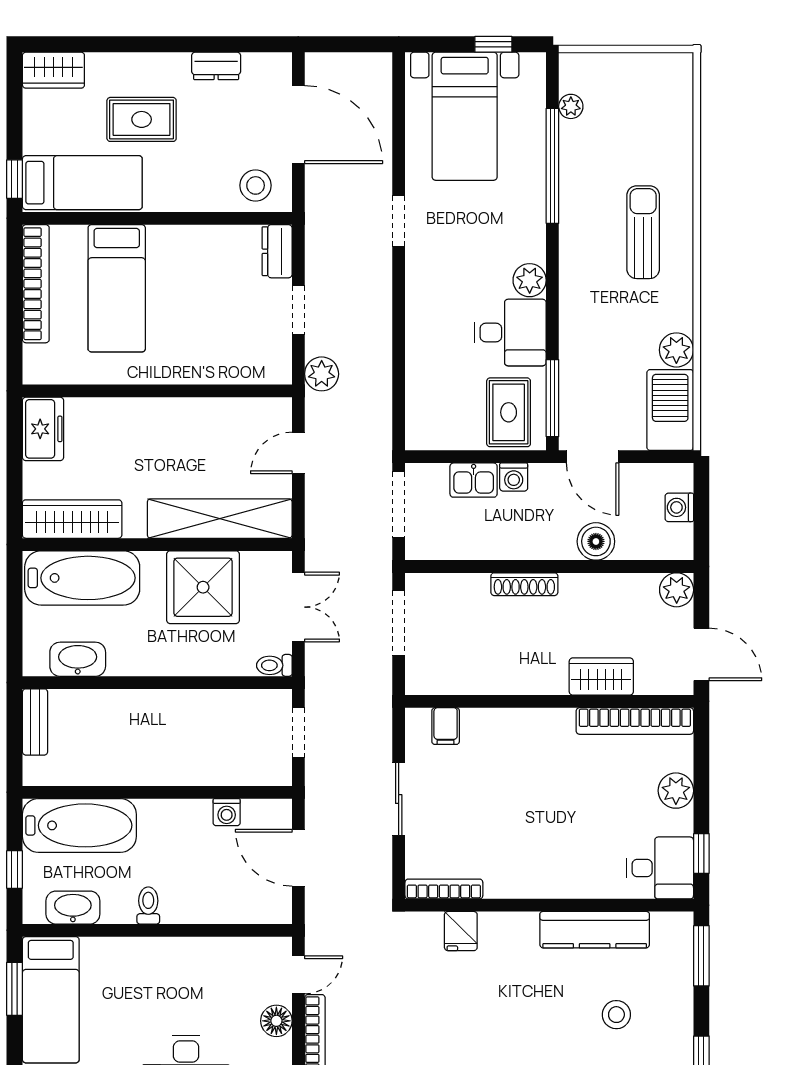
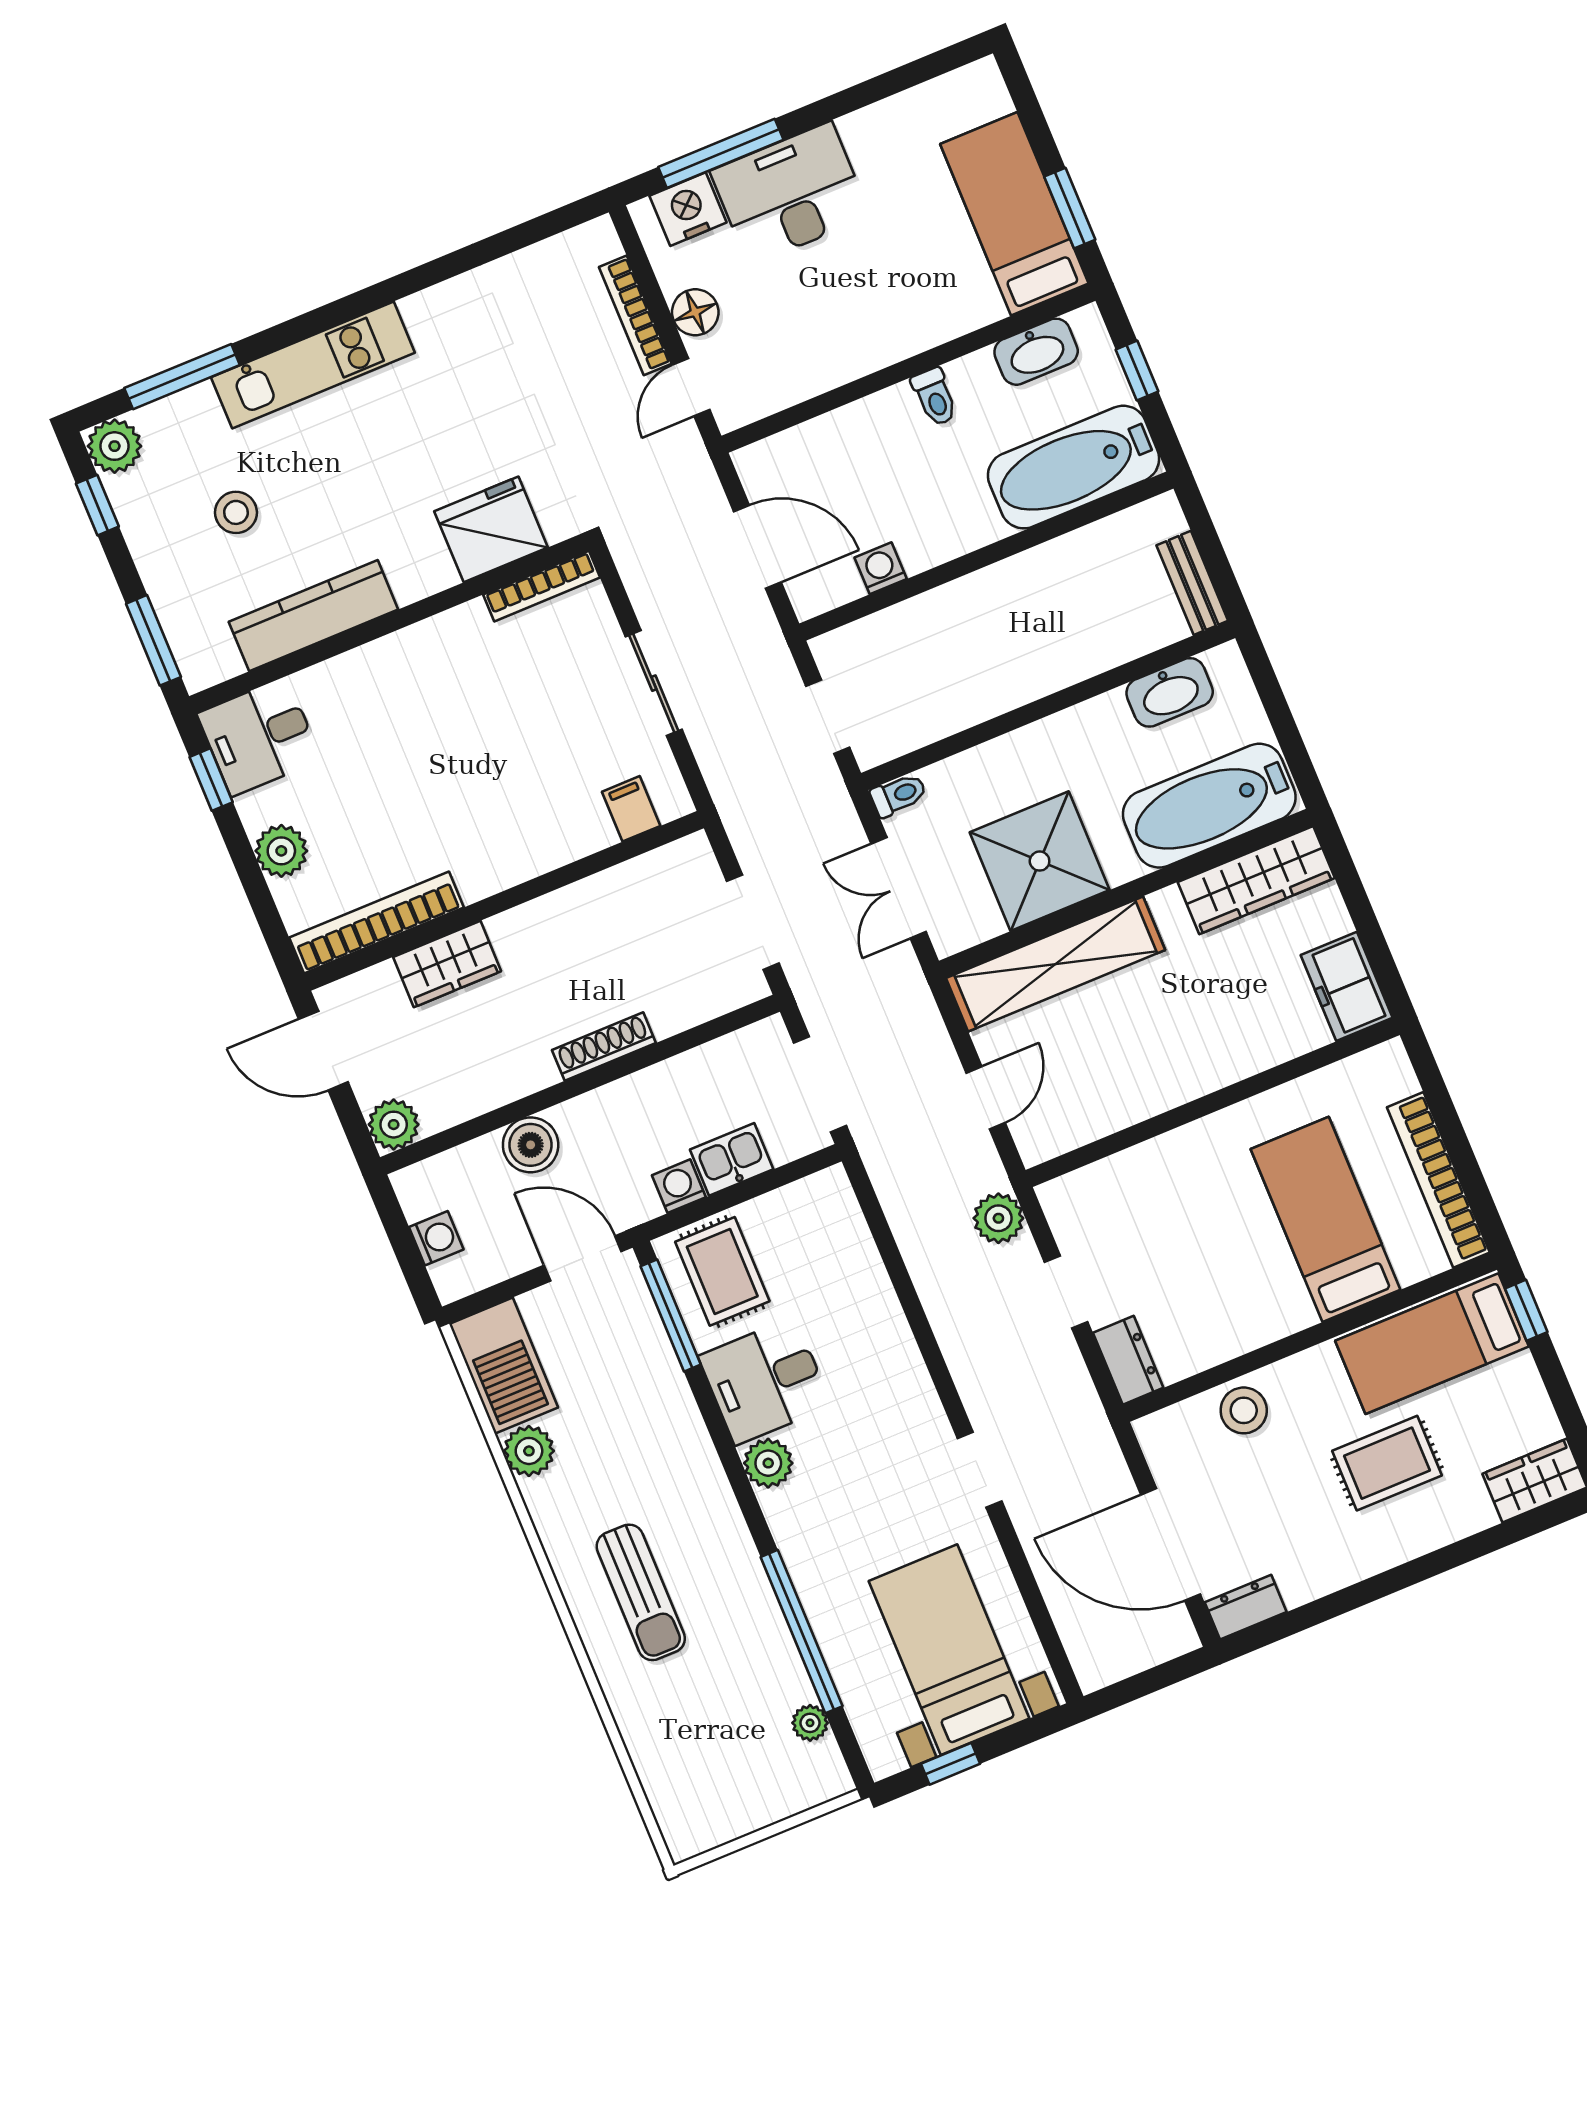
dresser: (216, 66) -> (1246, 1607), moved
stool: (256, 185) -> (1244, 1410), moved
fridge: (461, 931) -> (491, 529), width x1.88, depth x1.34

